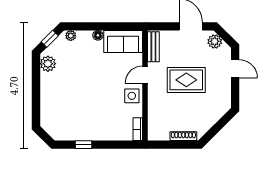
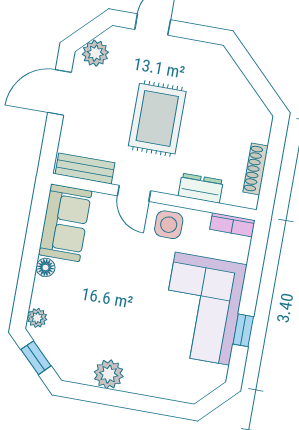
plant: (48, 64) -> (109, 374), moved
dresser: (154, 109) -> (201, 188), added
corner sofa: (91, 121) -> (202, 309), added
shoe rack: (183, 136) -> (256, 169), moved

